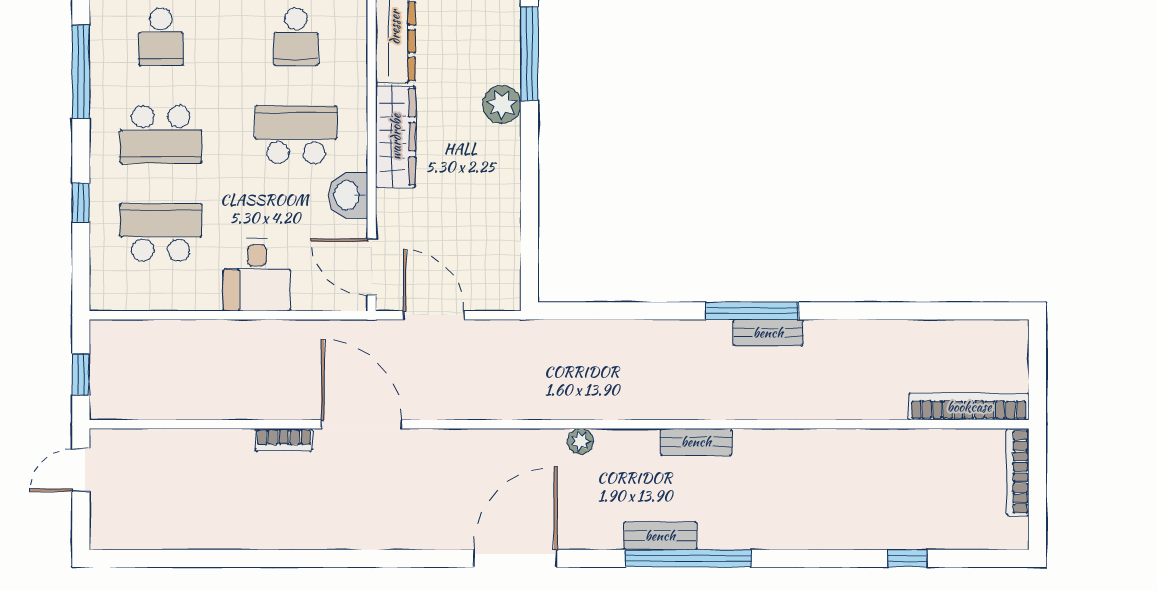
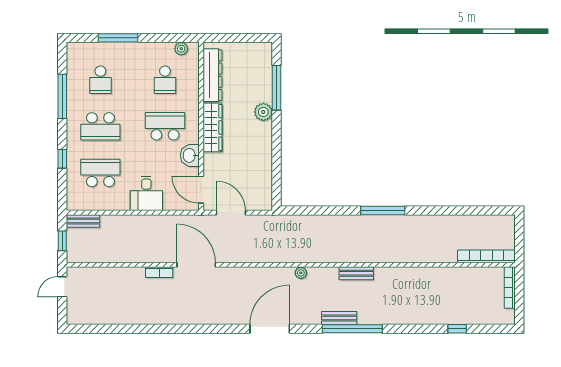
bench: (768, 333) -> (83, 221), moved

